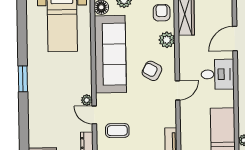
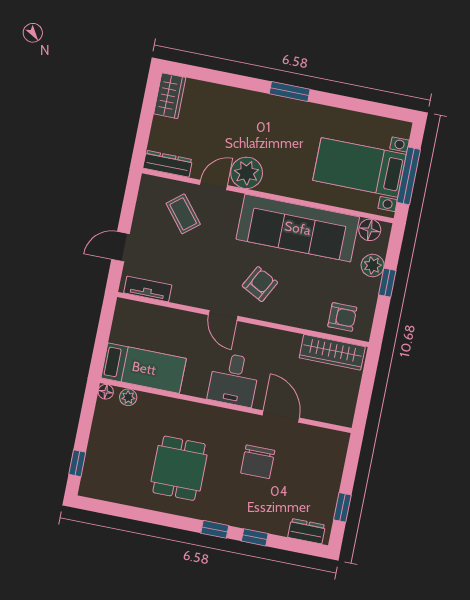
plant: (167, 40) -> (301, 316), removed
plant: (87, 100) -> (247, 173), width x1.87, depth x1.87
coffee table: (117, 131) -> (183, 214), turned -39

